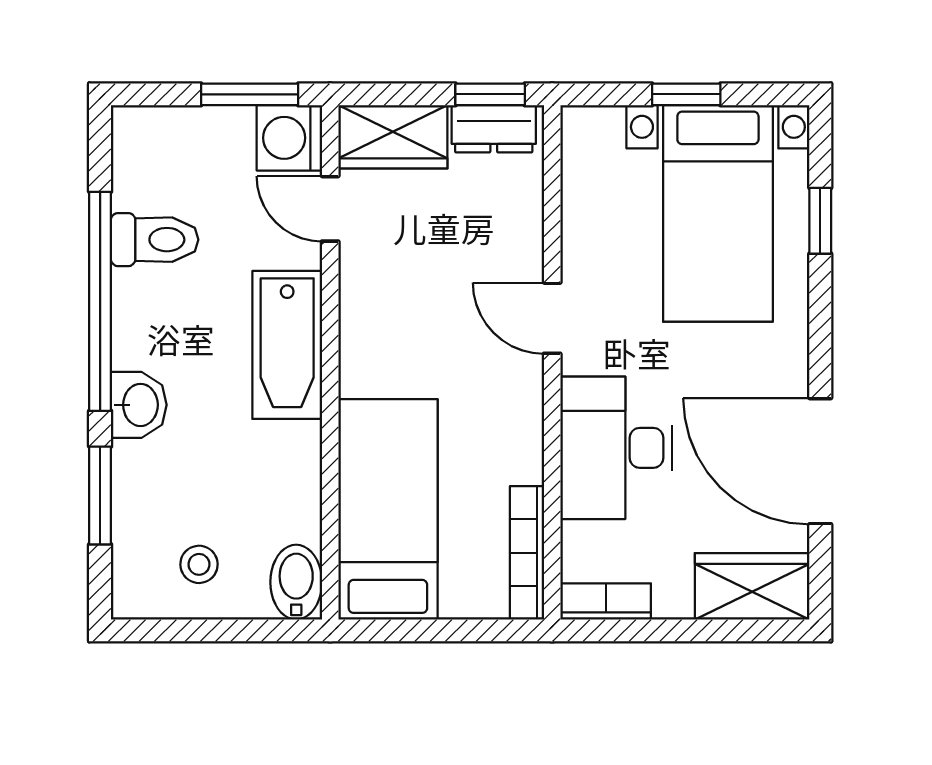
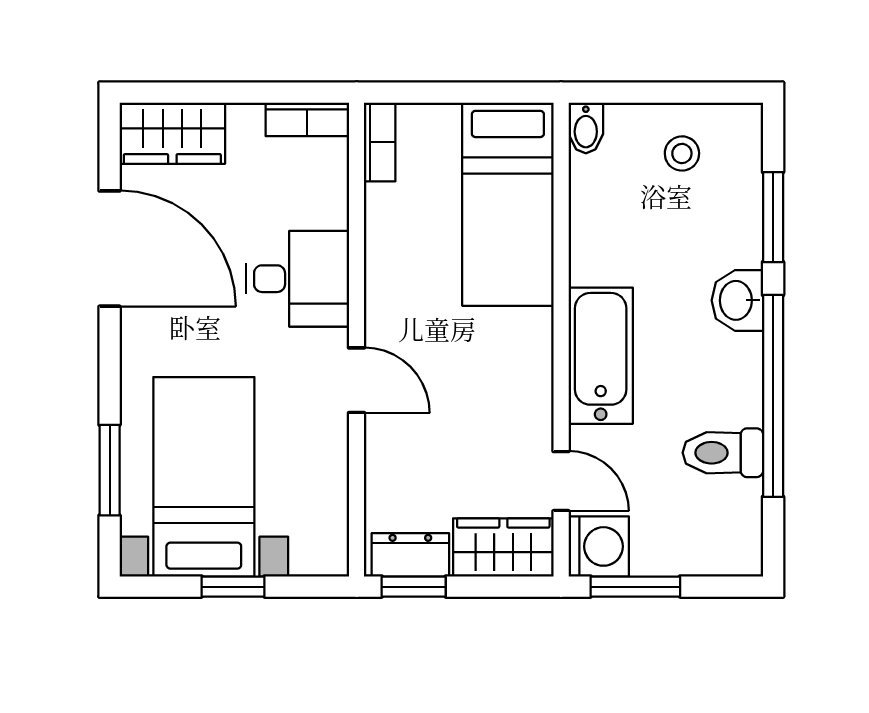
window: (820, 221) -> (110, 470), width x1.50
desk: (616, 448) -> (297, 279), width x0.73
bookcase: (527, 553) -> (380, 142), width x0.64
bidet: (296, 582) -> (586, 128), width x0.72, depth x0.74

